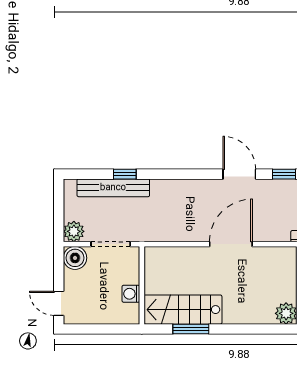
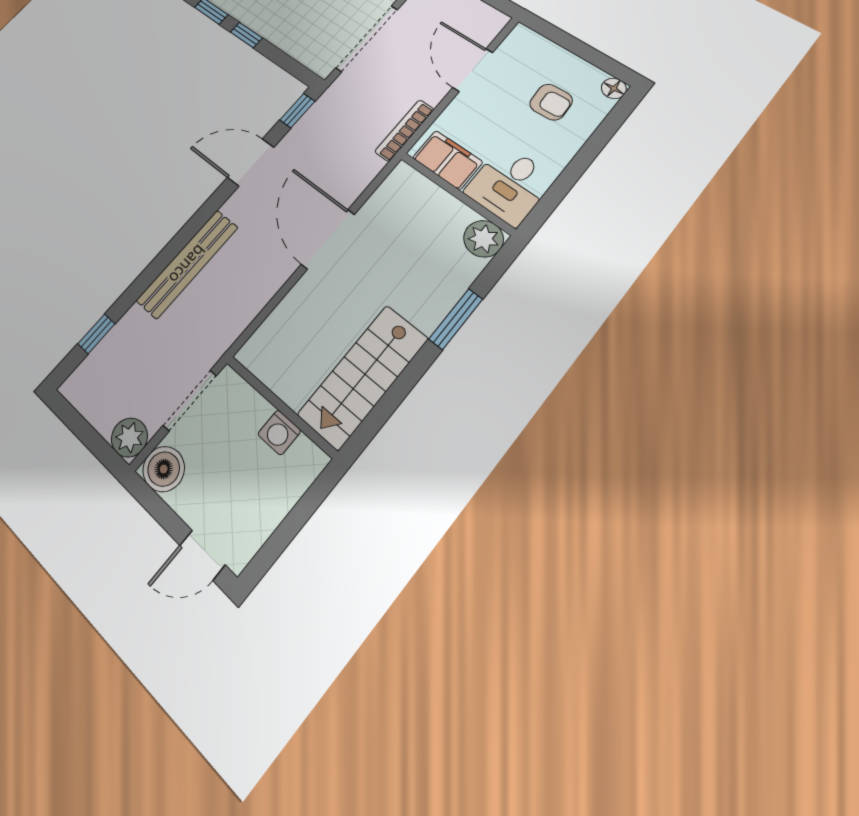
window: (125, 174) -> (96, 334), moved
bench: (113, 188) -> (187, 264), moved
window: (191, 329) -> (456, 319), moved

